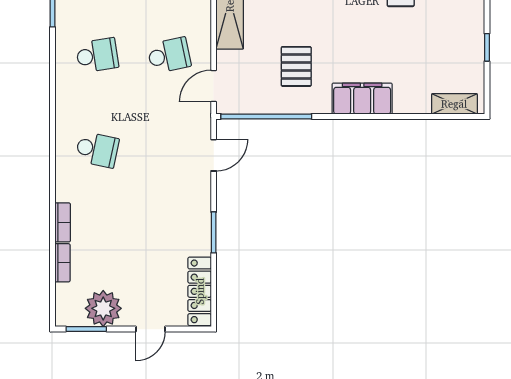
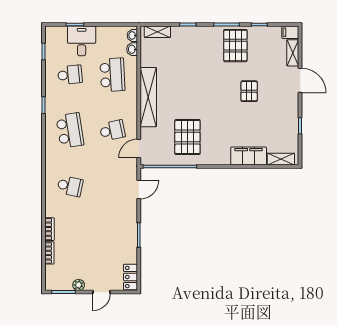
school desk: (97, 55) -> (70, 130), width x1.85
pallet: (296, 66) -> (187, 137), width x1.50, depth x1.42
filing cabinet: (362, 99) -> (249, 156), moved
locker: (200, 291) -> (130, 277), width x0.66
plant: (103, 308) -> (79, 285), width x0.53, depth x0.53

